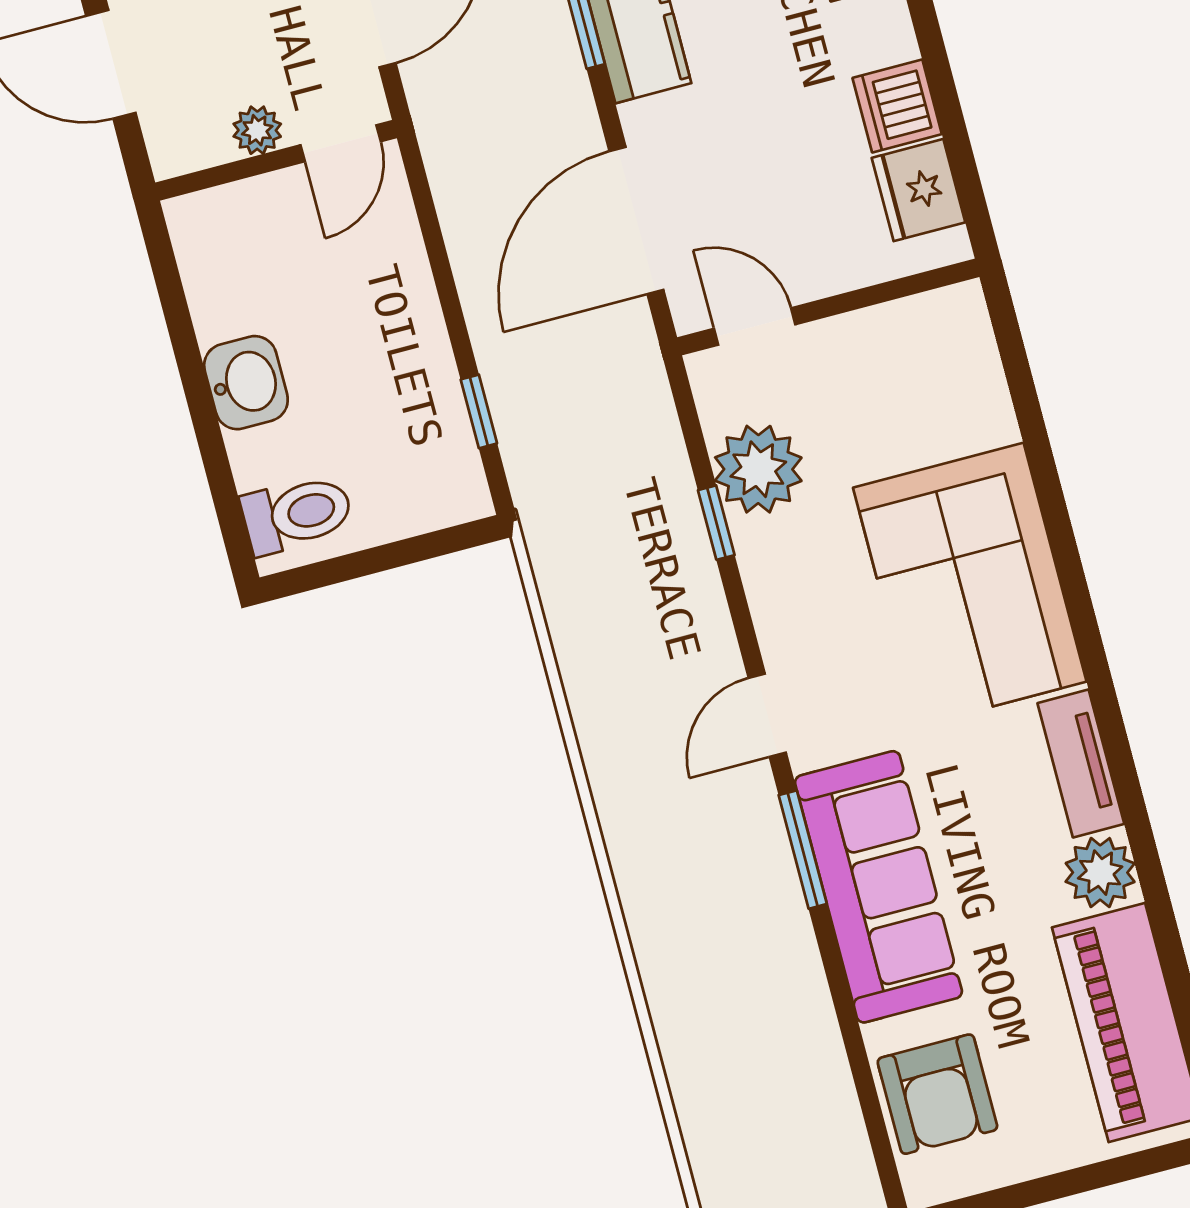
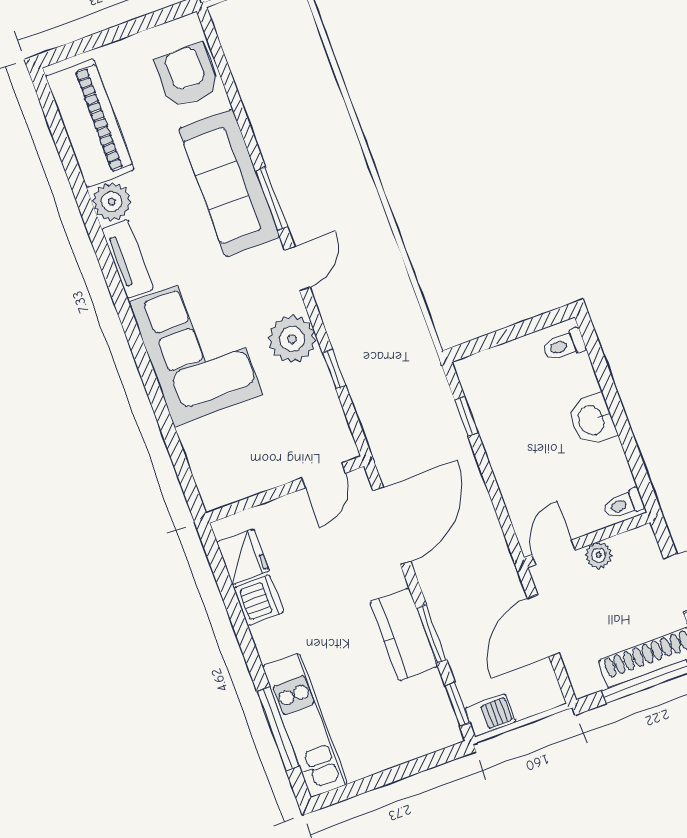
toilet: (202, 220) -> (624, 504), added
door: (755, 326) -> (323, 476), hinge flipped
plant: (758, 469) -> (292, 339), moved
toilet: (297, 514) -> (564, 345), width x0.73, depth x0.72

